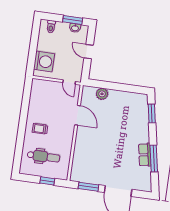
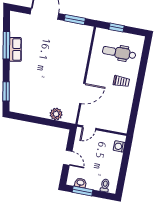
washing machine: (44, 61) -> (119, 146), width x0.53, depth x0.53
door: (69, 82) -> (89, 128), swing flipped
door: (77, 115) -> (82, 93), swing flipped

